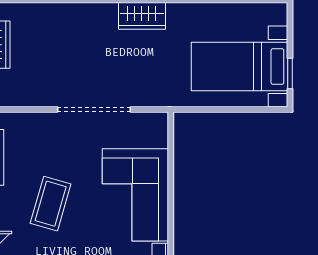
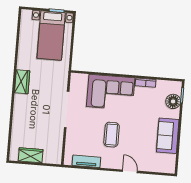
coffee table: (51, 204) -> (112, 135), turned 74

